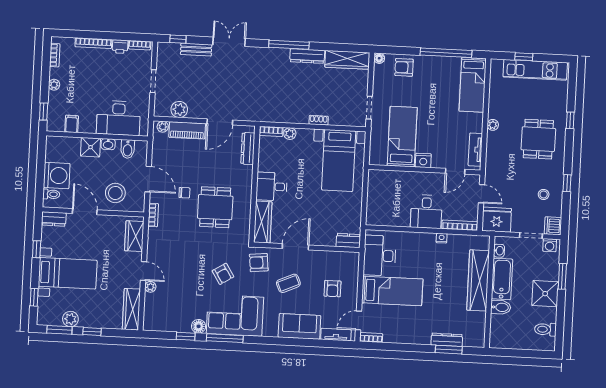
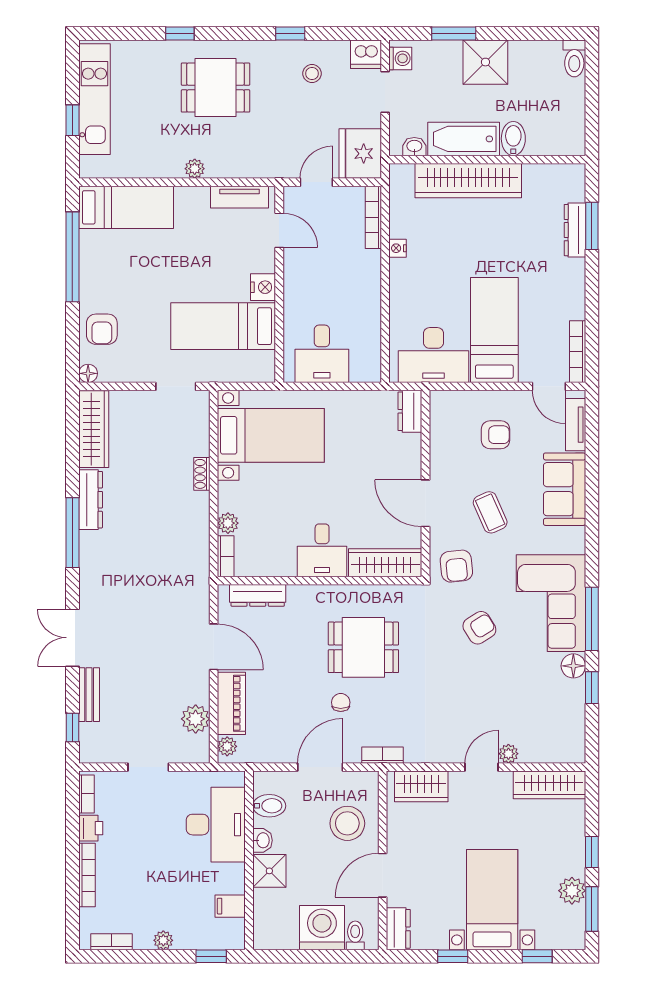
desk: (426, 212) -> (322, 354), moved, turned 90
toilet: (545, 329) -> (574, 58), moved
bookcase: (371, 337) -> (578, 352), width x1.56

